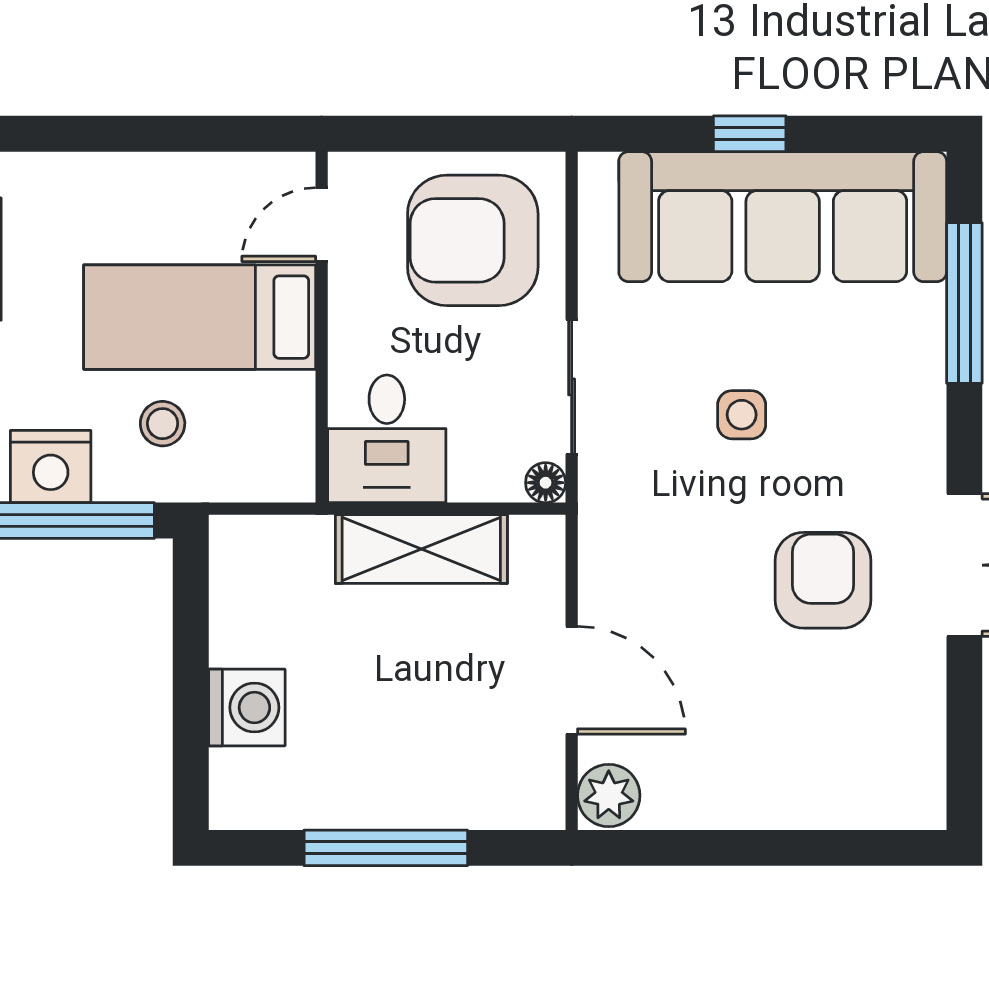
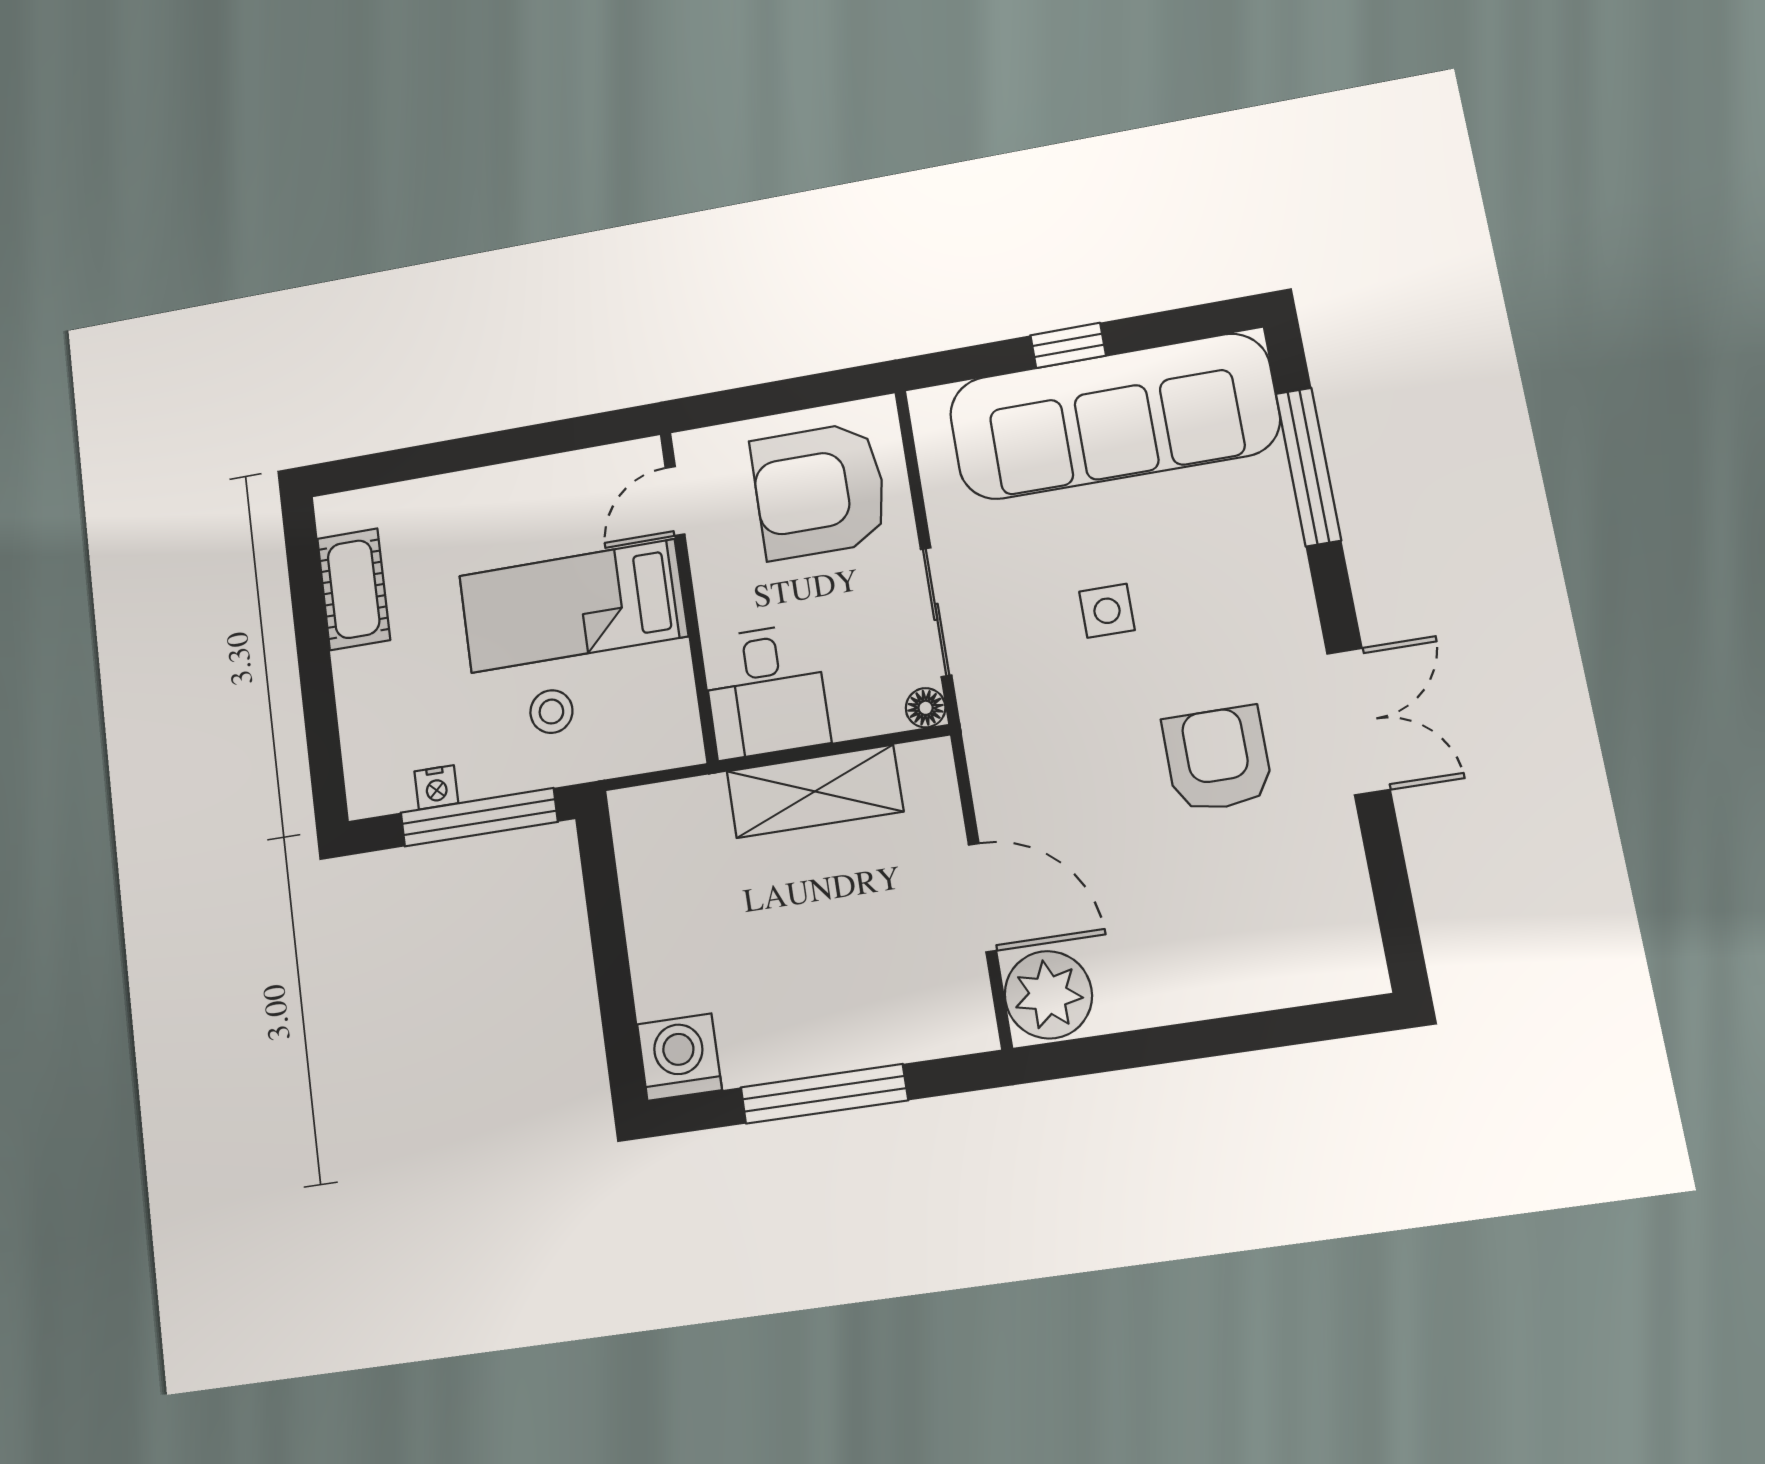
nightstand: (51, 467) -> (436, 787), width x0.53, depth x0.56
washing machine: (247, 708) -> (679, 1057), moved, turned -90
plant: (609, 795) -> (1048, 995), width x1.36, depth x1.36

